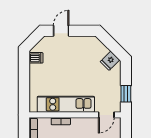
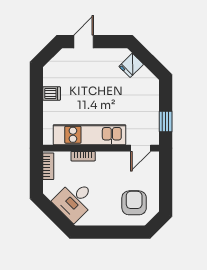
dishwasher: (36, 58) -> (52, 93), moved
fridge: (110, 61) -> (131, 65), moved

